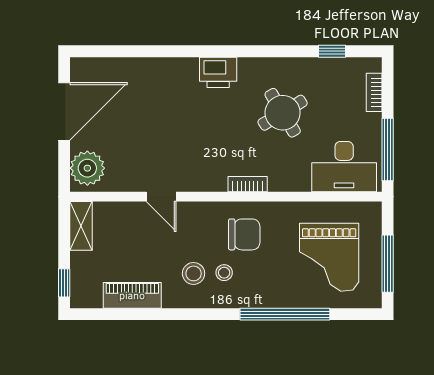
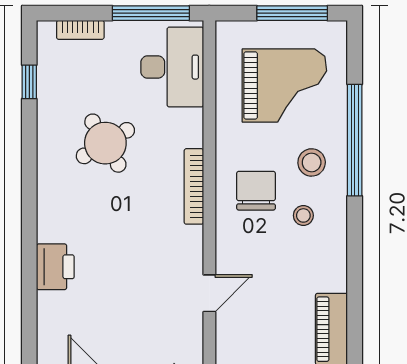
printer: (218, 72) -> (55, 267), moved
bookcase: (248, 184) -> (194, 186), width x1.56
stool: (194, 273) -> (312, 162), moved

